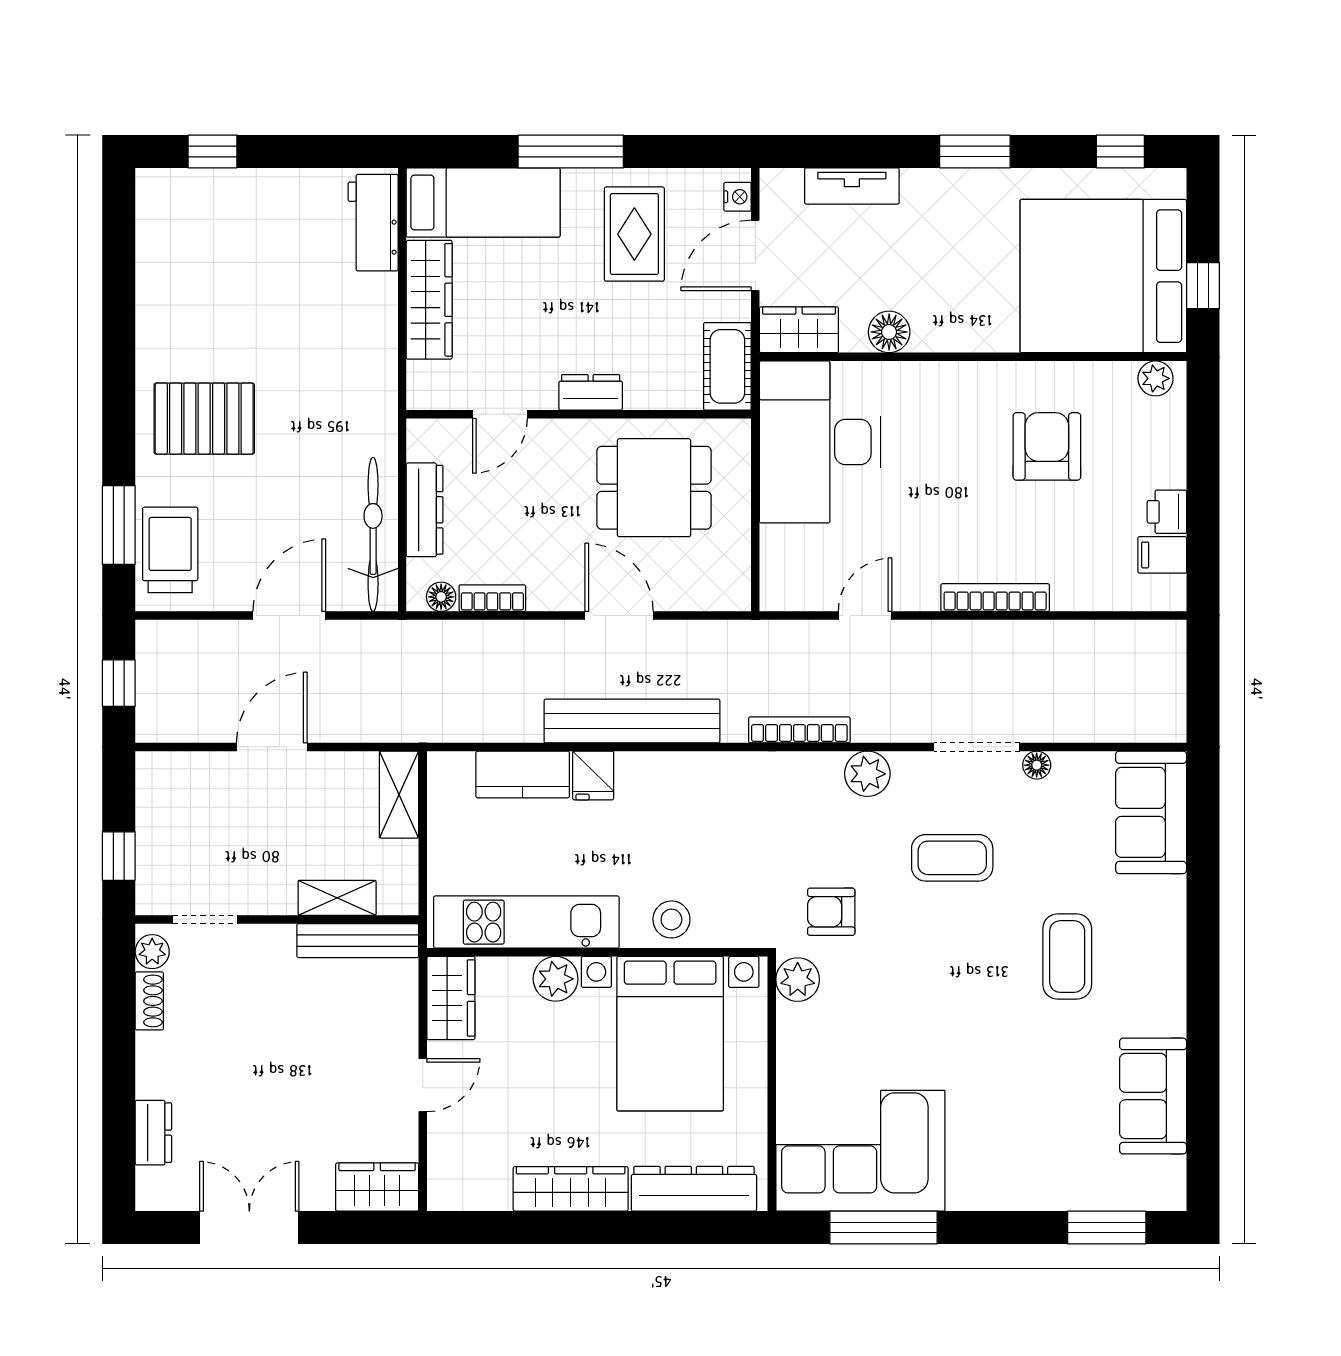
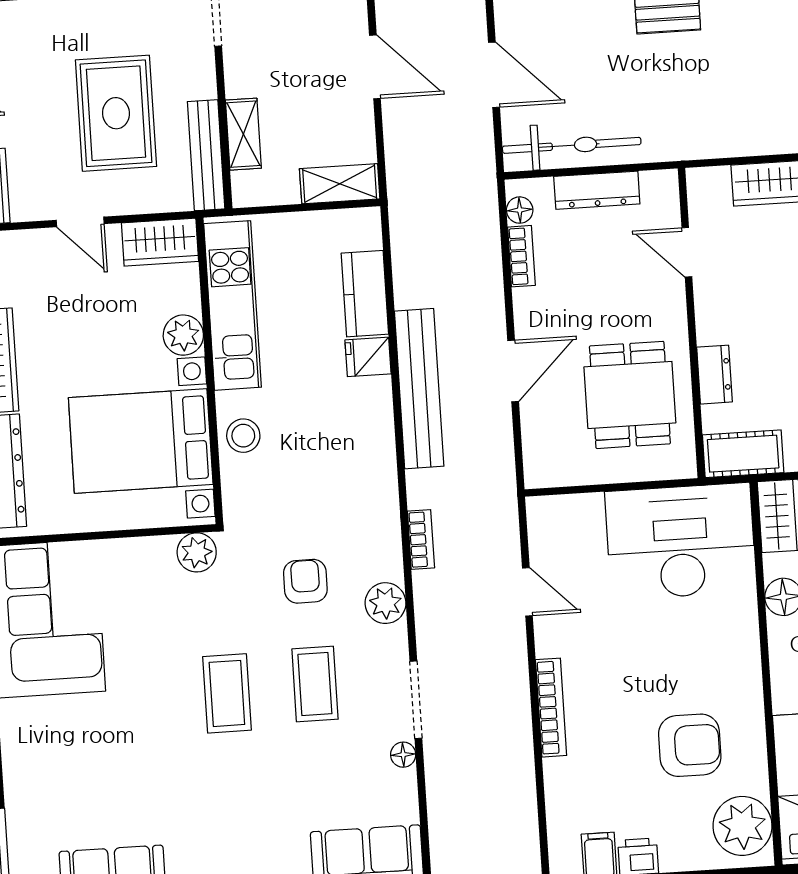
plant: (1155, 378) -> (742, 826), width x1.88, depth x1.88
dresser: (591, 392) -> (715, 375), moved
bookcase: (799, 730) -> (421, 539), width x0.64
armchair: (831, 912) -> (305, 581), moved
coffee table: (1067, 957) -> (227, 693), moved, turned 90
rug: (305, 1038) -> (116, 113), added

